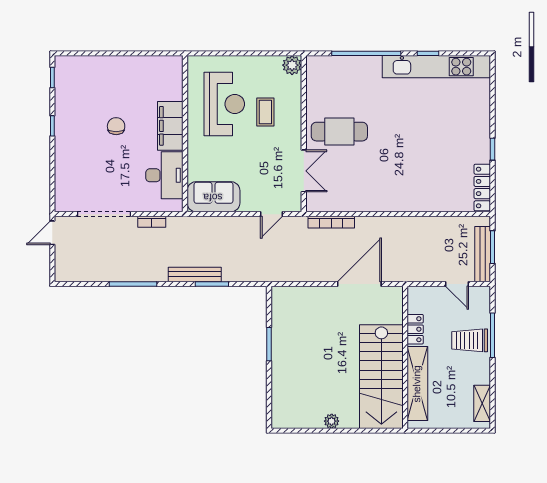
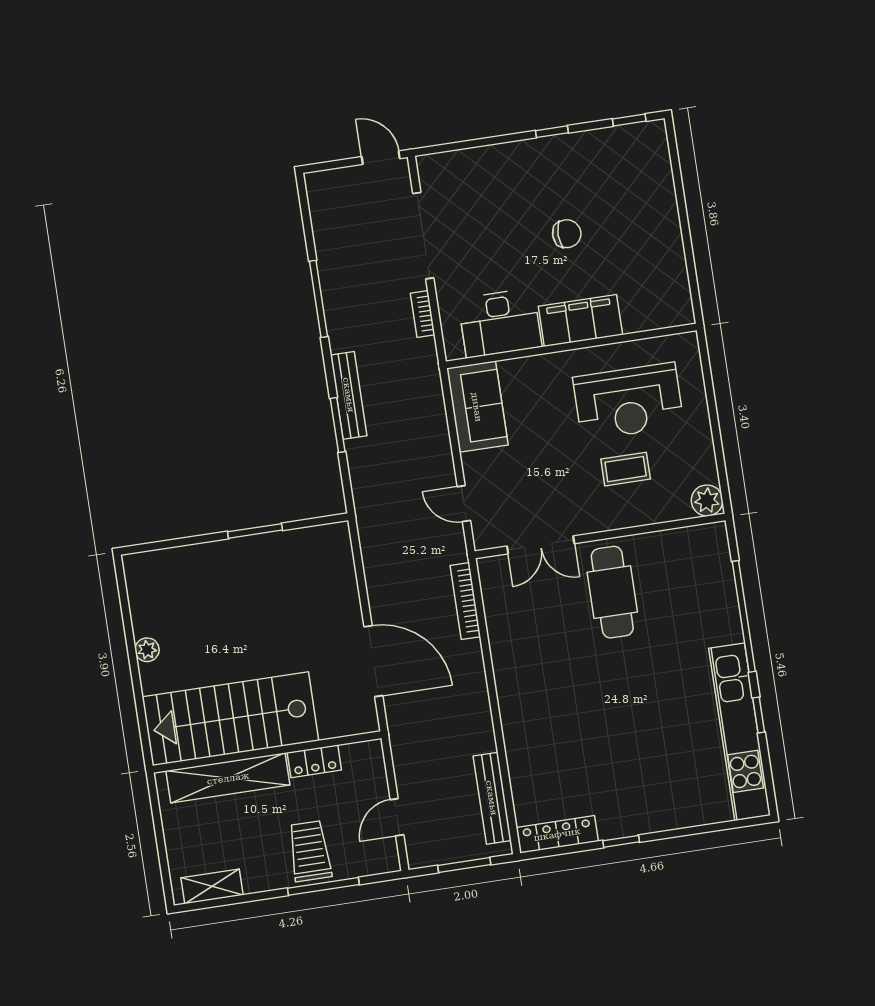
bench: (483, 254) -> (492, 798), moved, turned 90

